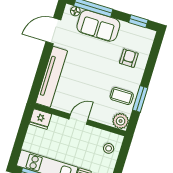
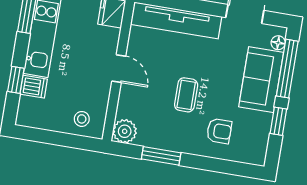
window: (138, 21) -> (278, 121), moved
coffee table: (122, 96) -> (186, 95), moved

